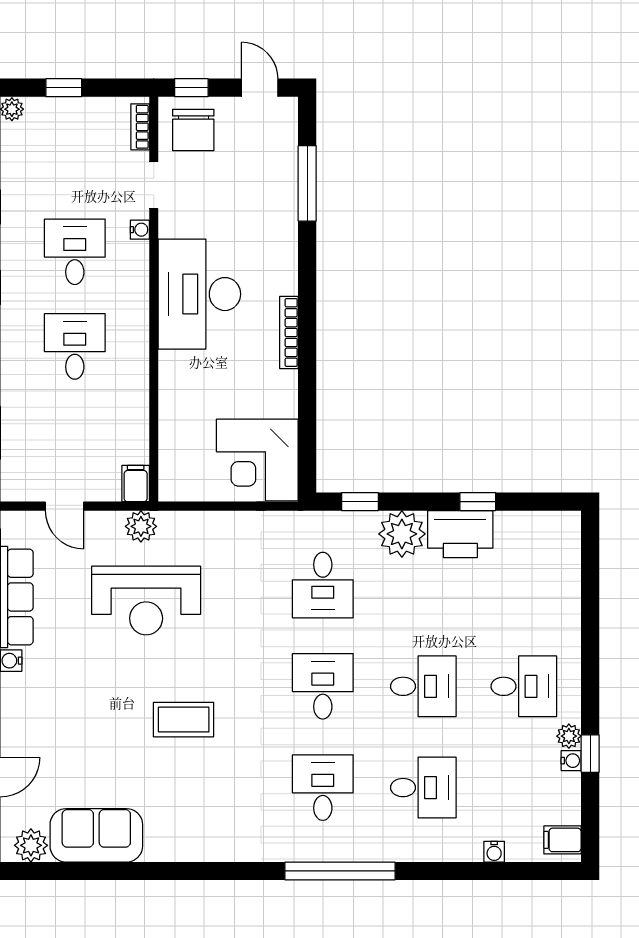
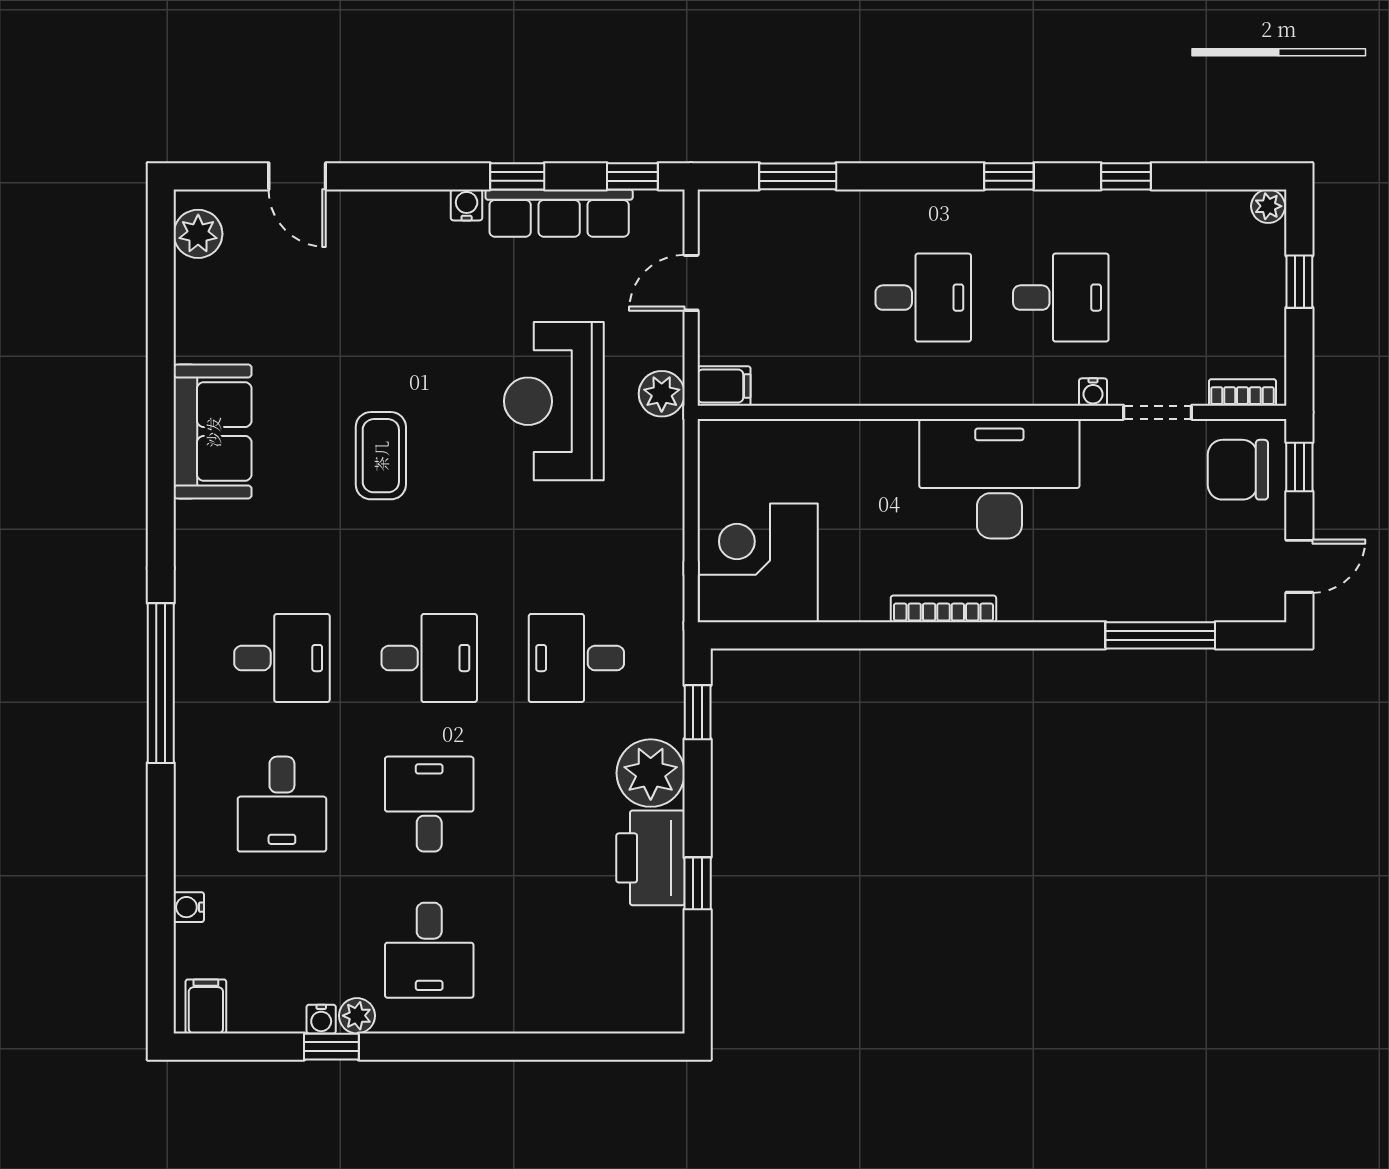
desk: (423, 686) -> (429, 804), turned 180
sofa: (96, 835) -> (213, 432), moved

